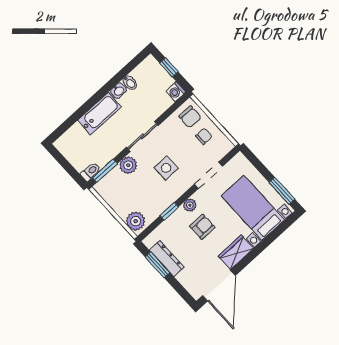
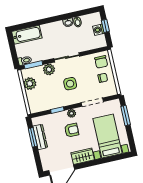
washing machine: (176, 92) -> (98, 30), moved
bathtub: (99, 114) -> (27, 35), moved
window: (282, 191) -> (126, 116), moved
plant: (136, 221) -> (30, 84), moved

